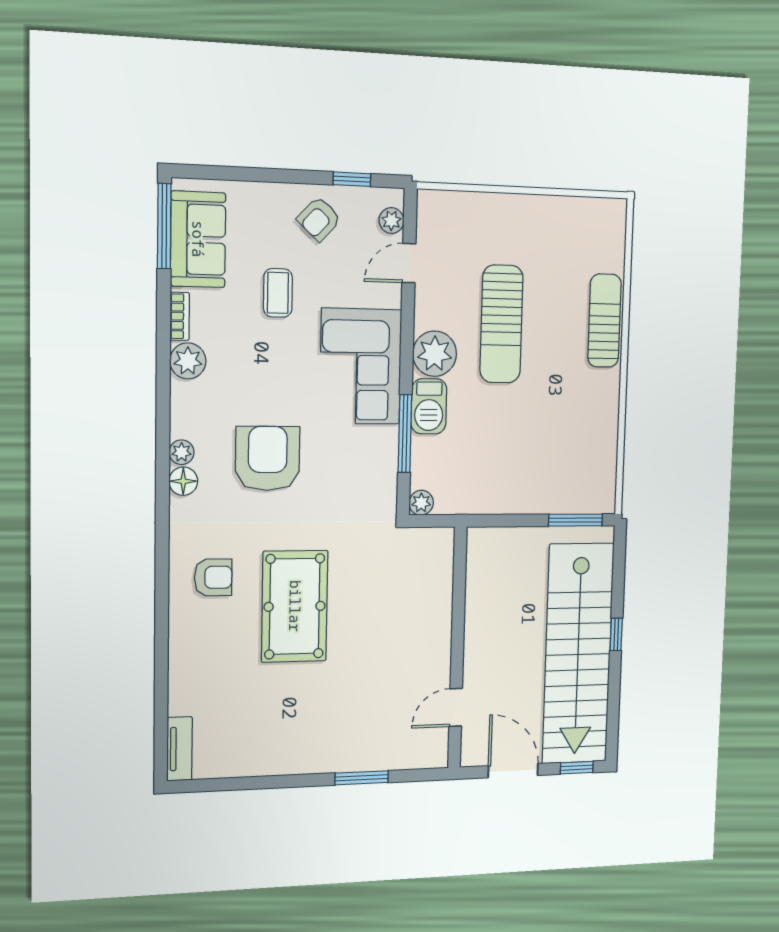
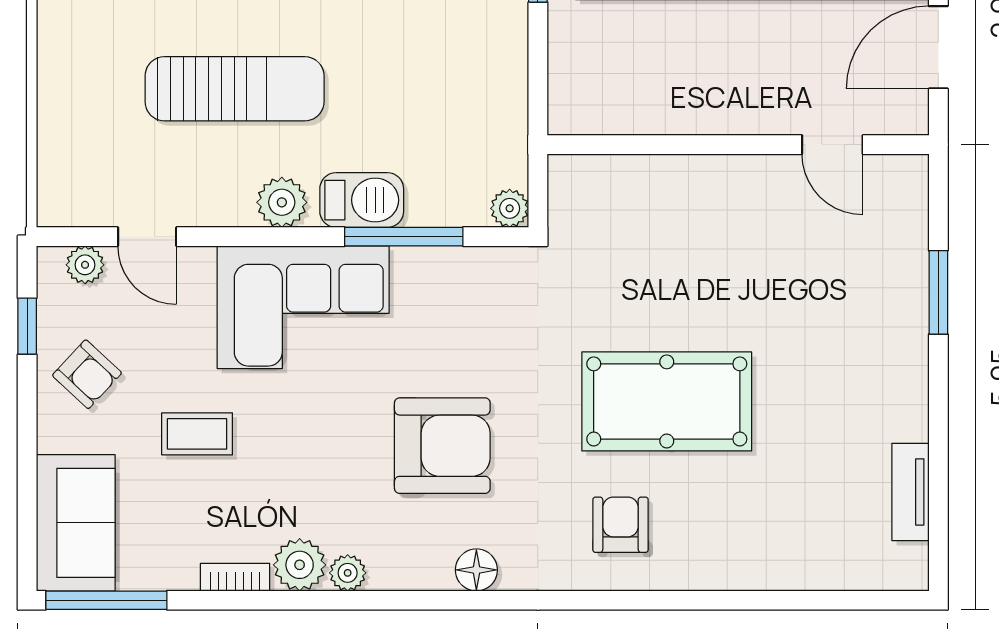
sofa: (198, 239) -> (76, 523), moved, turned 90
plant: (435, 354) -> (282, 202), width x0.73, depth x0.73
plant: (182, 452) -> (348, 573), moved
armchair: (268, 458) -> (442, 446), turned 180
tv unit: (180, 749) -> (911, 492), moved, turned -90

